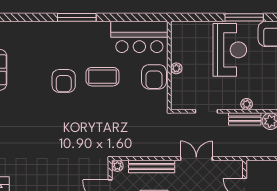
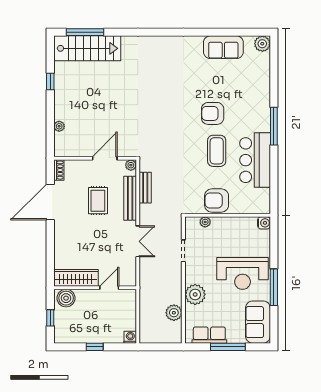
water cooler: (177, 28) -> (264, 223), added
bar counter: (139, 37) -> (255, 160), moved
plant: (176, 68) -> (205, 222), moved
plant: (247, 104) -> (195, 294), width x1.87, depth x1.87
bench: (245, 119) -> (145, 188), moved

